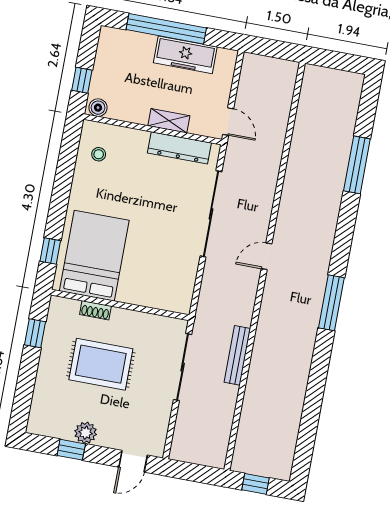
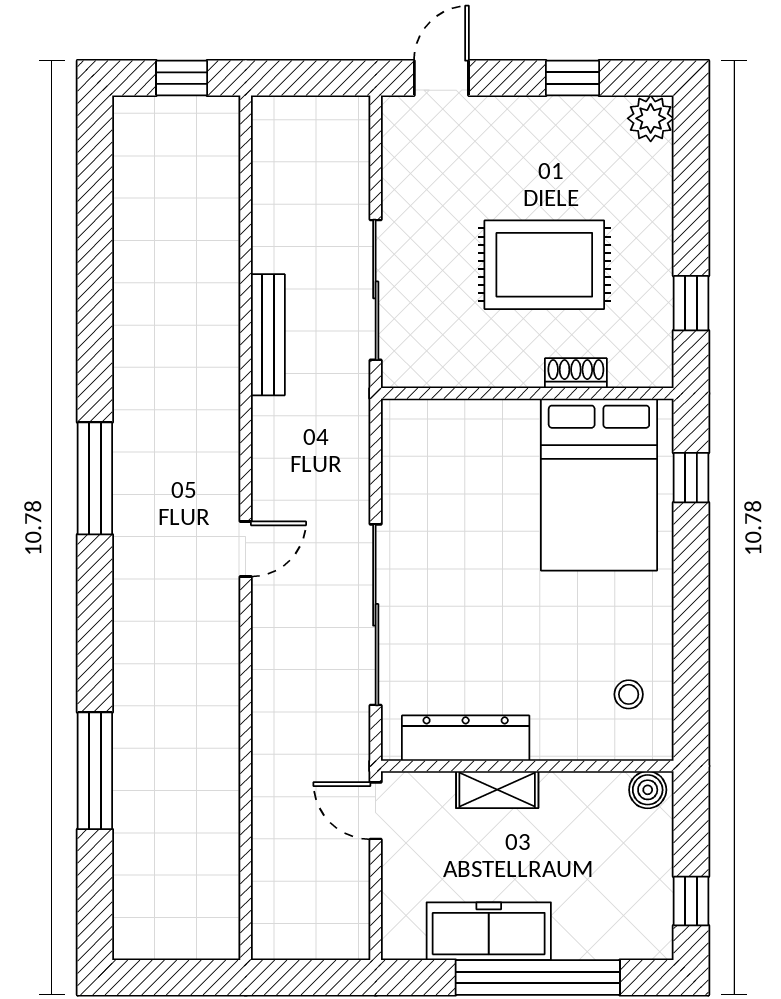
window: (82, 80) -> (691, 901), moved
plant: (86, 433) -> (651, 118), moved

